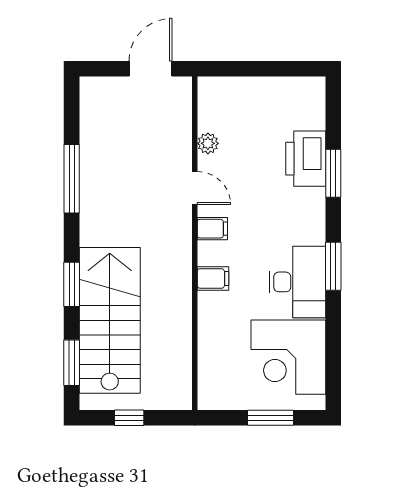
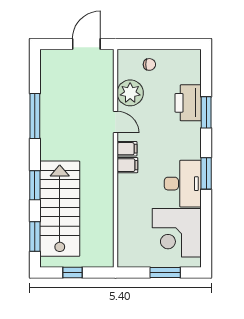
chair: (247, 100) -> (149, 64), added
plant: (208, 143) -> (130, 93), width x1.87, depth x1.87
filing cabinet: (213, 278) -> (127, 165), moved

